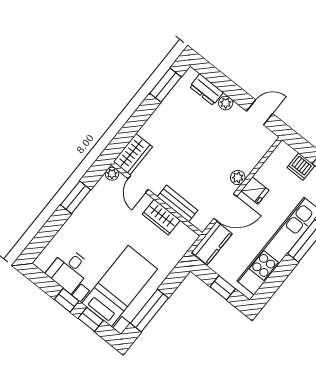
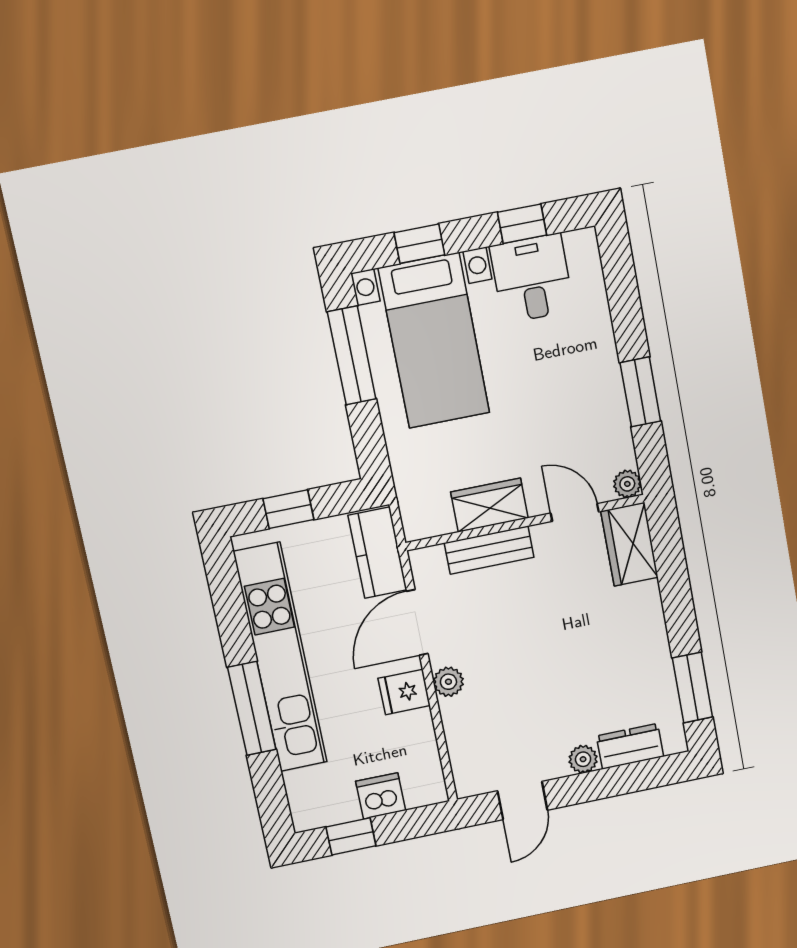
window: (67, 300) -> (522, 224), moved

